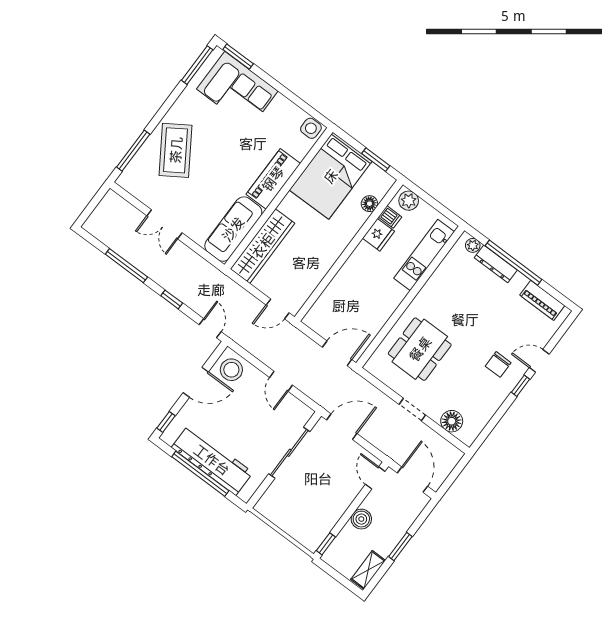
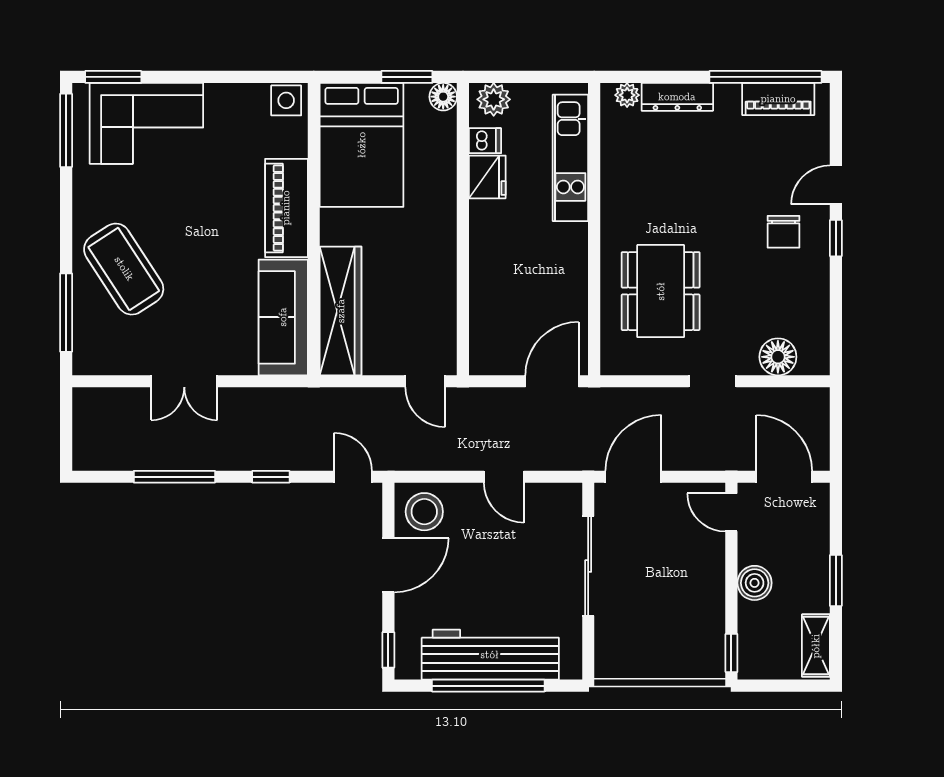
floor lamp: (369, 204) -> (443, 97), moved
window: (513, 263) -> (765, 77), moved
door: (278, 309) -> (425, 381), hinge flipped

